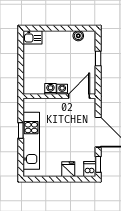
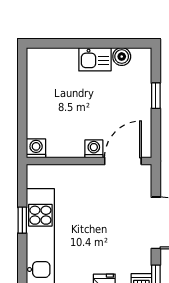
kitchen sink: (32, 37) -> (95, 59), moved
washing machine: (50, 89) -> (36, 148), moved

